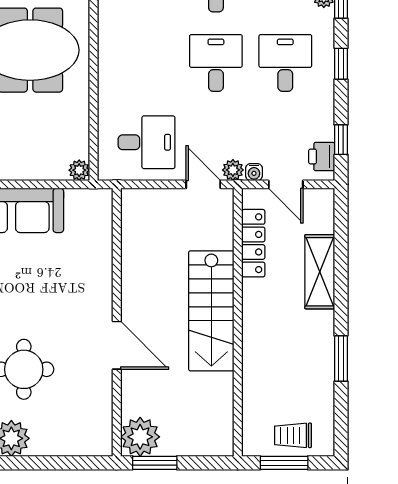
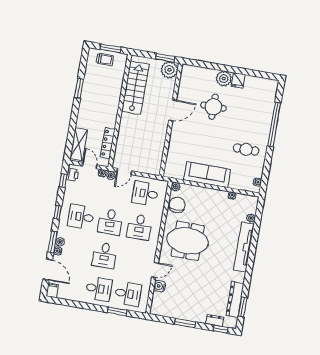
desk: (147, 63) -> (139, 227), added
desk: (285, 63) -> (81, 217), turned 90
chair: (68, 129) -> (177, 205), added
door: (203, 184) -> (124, 172), hinge flipped
shelving: (320, 272) -> (79, 144), moved
stairs: (211, 311) -> (135, 88), moved
door: (117, 345) -> (173, 110), swing flipped

